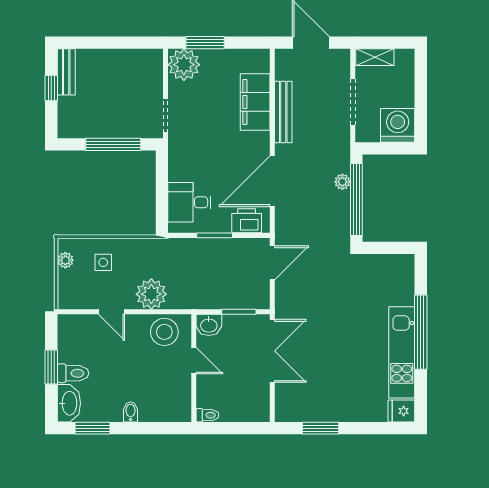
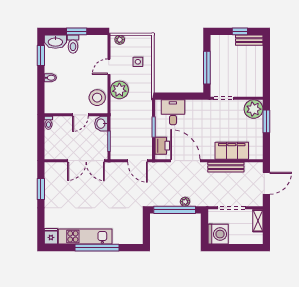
plant: (65, 260) -> (120, 40), moved

